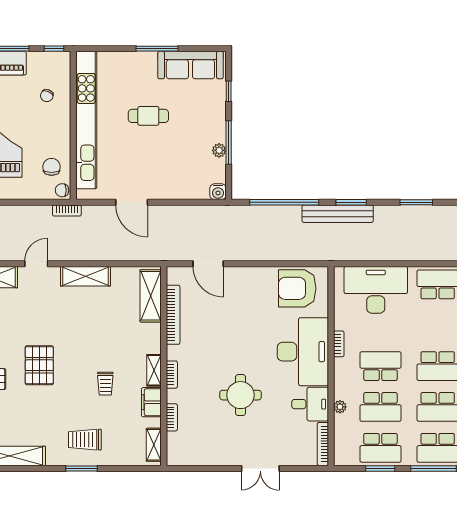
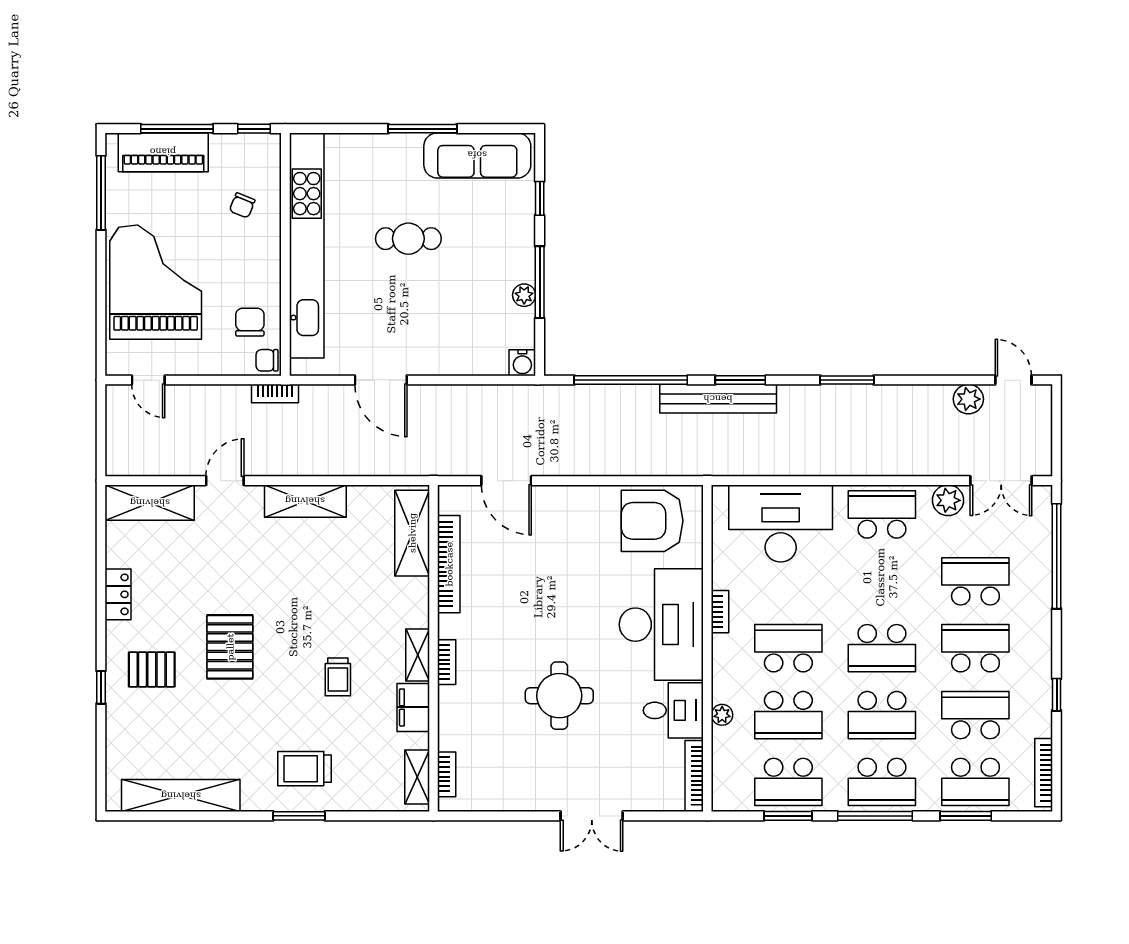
bookcase: (172, 417) -> (447, 774), moved

